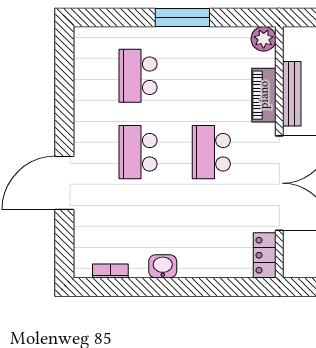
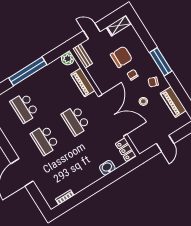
window: (182, 17) -> (28, 71), width x1.46
bench: (292, 94) -> (83, 56), moved, width x0.73
washbasin: (163, 266) -> (107, 168), moved

